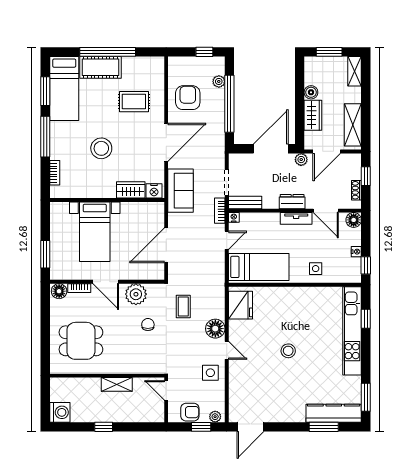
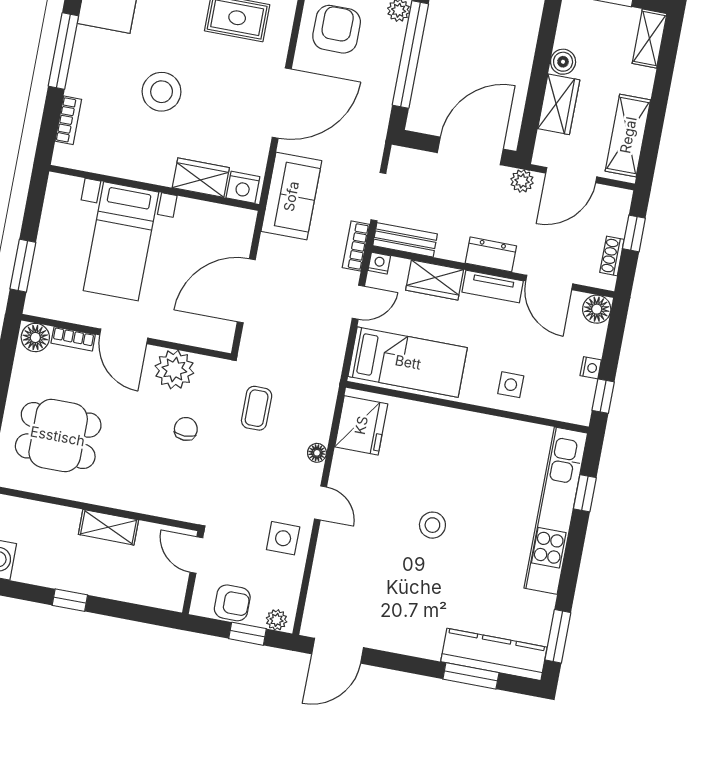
wardrobe: (265, 221) -> (435, 280), added
floor lamp: (215, 329) -> (317, 453), width x0.53, depth x0.53

